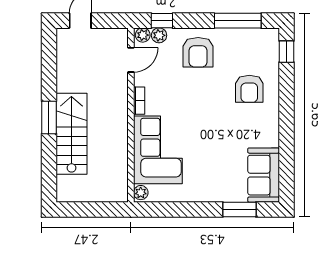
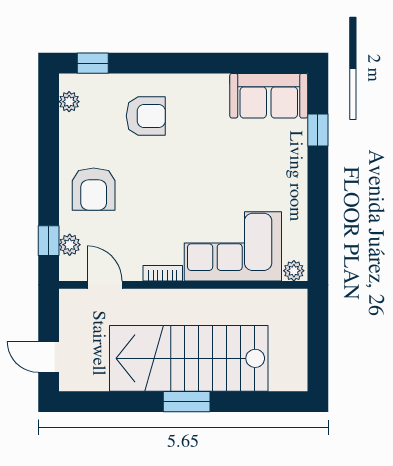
window: (238, 21) -> (49, 133), removed
plant: (143, 35) -> (69, 102), moved
armchair: (198, 52) -> (94, 189), turned 90
stairs: (71, 134) -> (189, 358), width x1.36, depth x1.51
window: (239, 210) -> (318, 130), width x0.67

